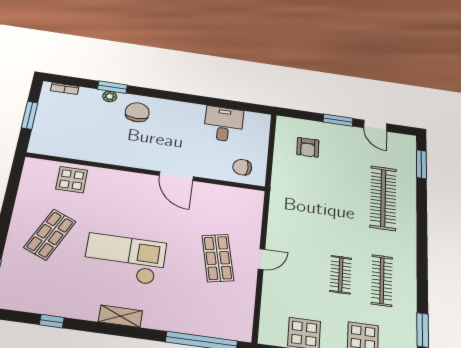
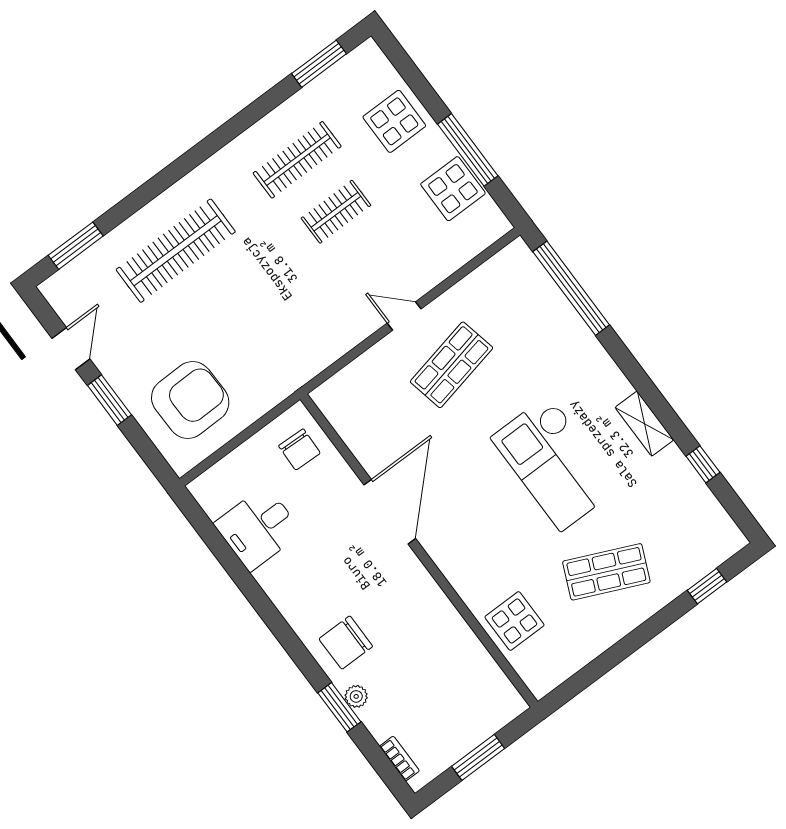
armchair: (308, 147) -> (190, 400), width x1.88, depth x1.88
door: (176, 176) -> (390, 512), width x1.36
shelving: (120, 316) -> (644, 424), moved

